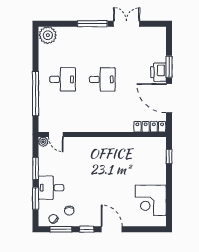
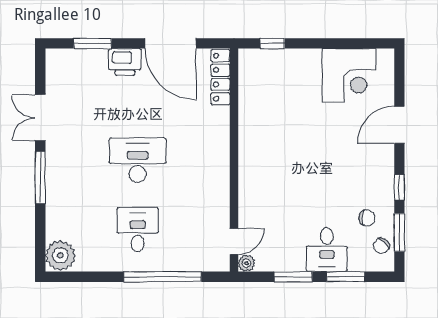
window: (169, 67) -> (93, 43), moved
desk: (102, 79) -> (138, 160), width x1.37
door: (169, 98) -> (170, 43), hinge flipped
door: (112, 229) -> (399, 125), moved

